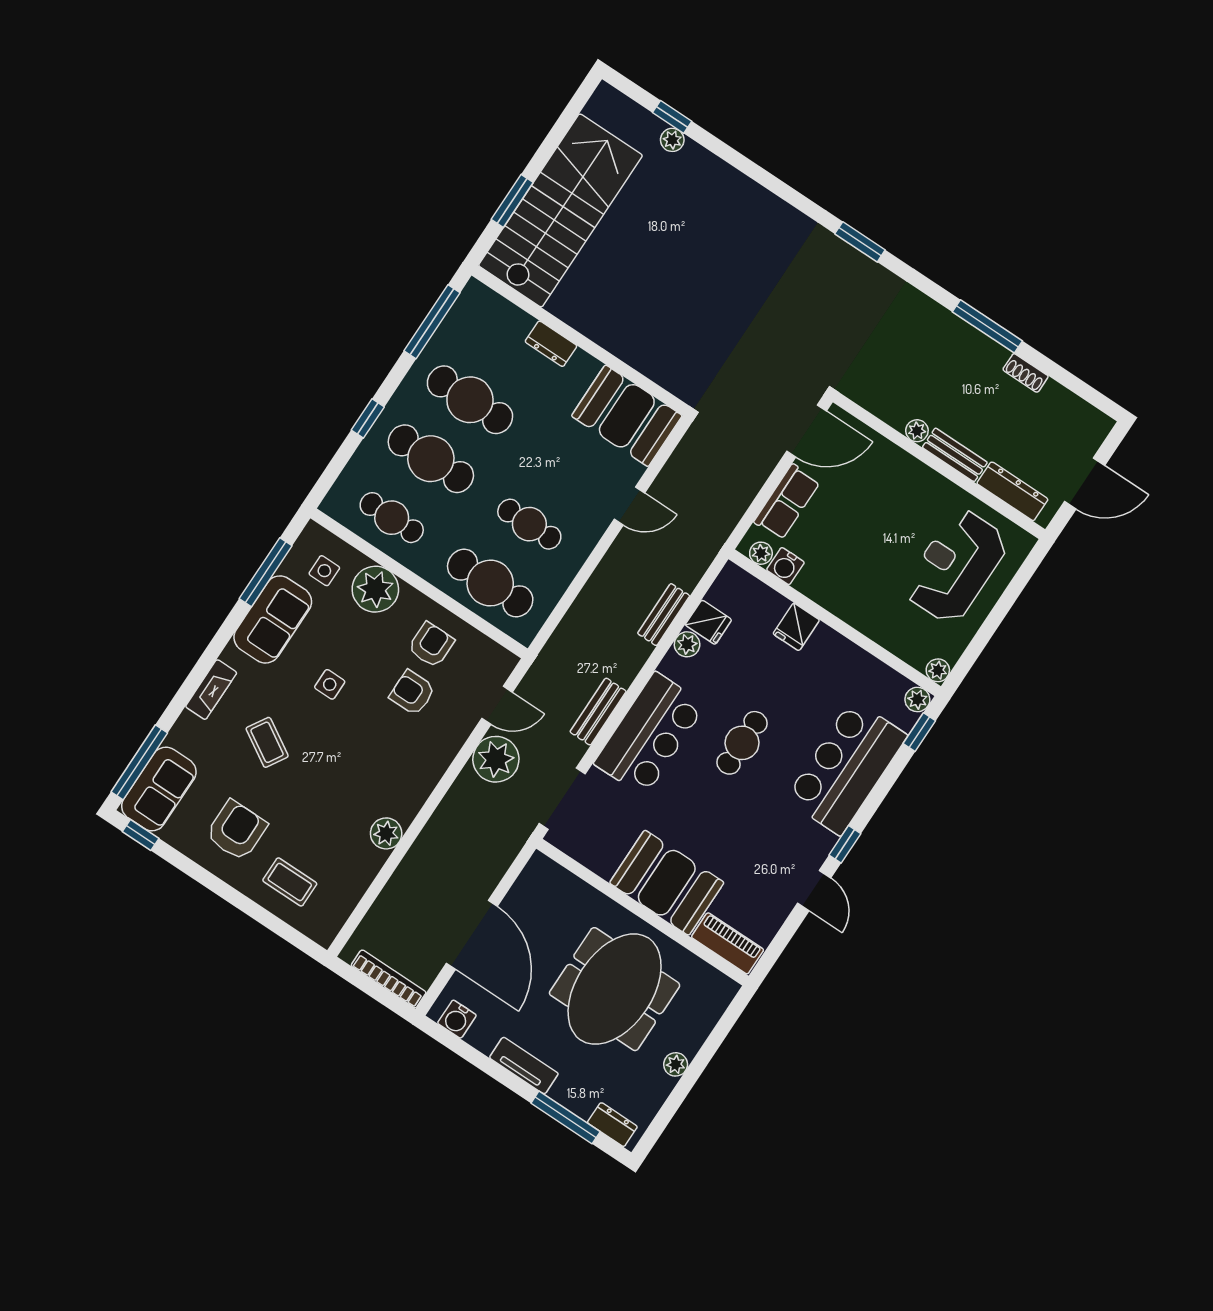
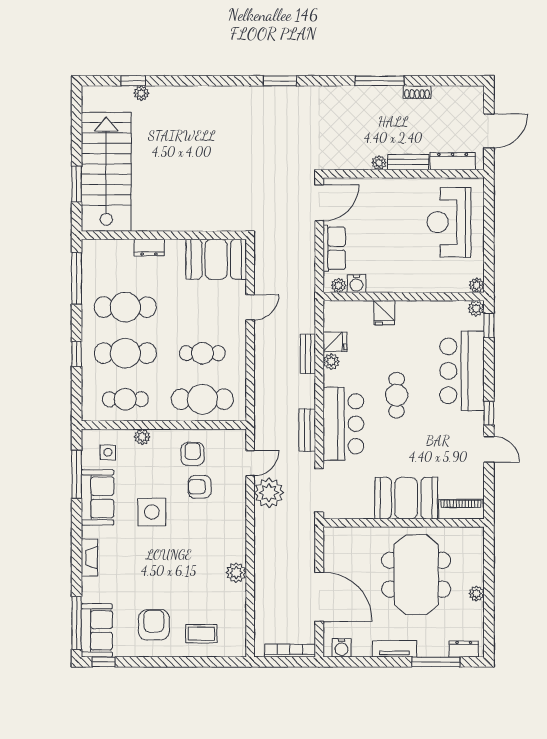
plant: (375, 589) -> (142, 437), width x0.53, depth x0.53
side table: (330, 684) -> (152, 512), width x1.87, depth x1.87
coffee table: (267, 742) -> (139, 566), removed

